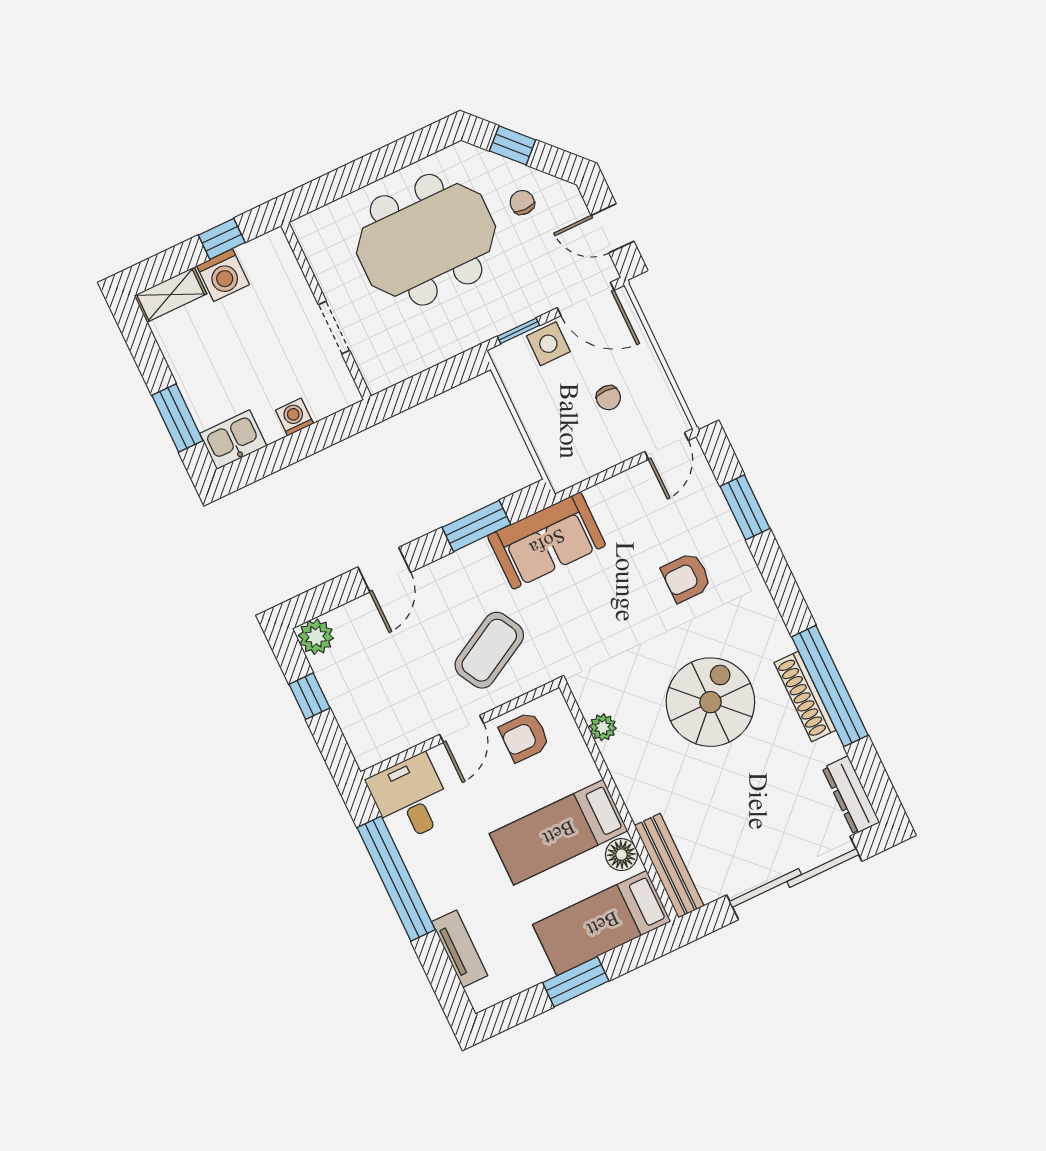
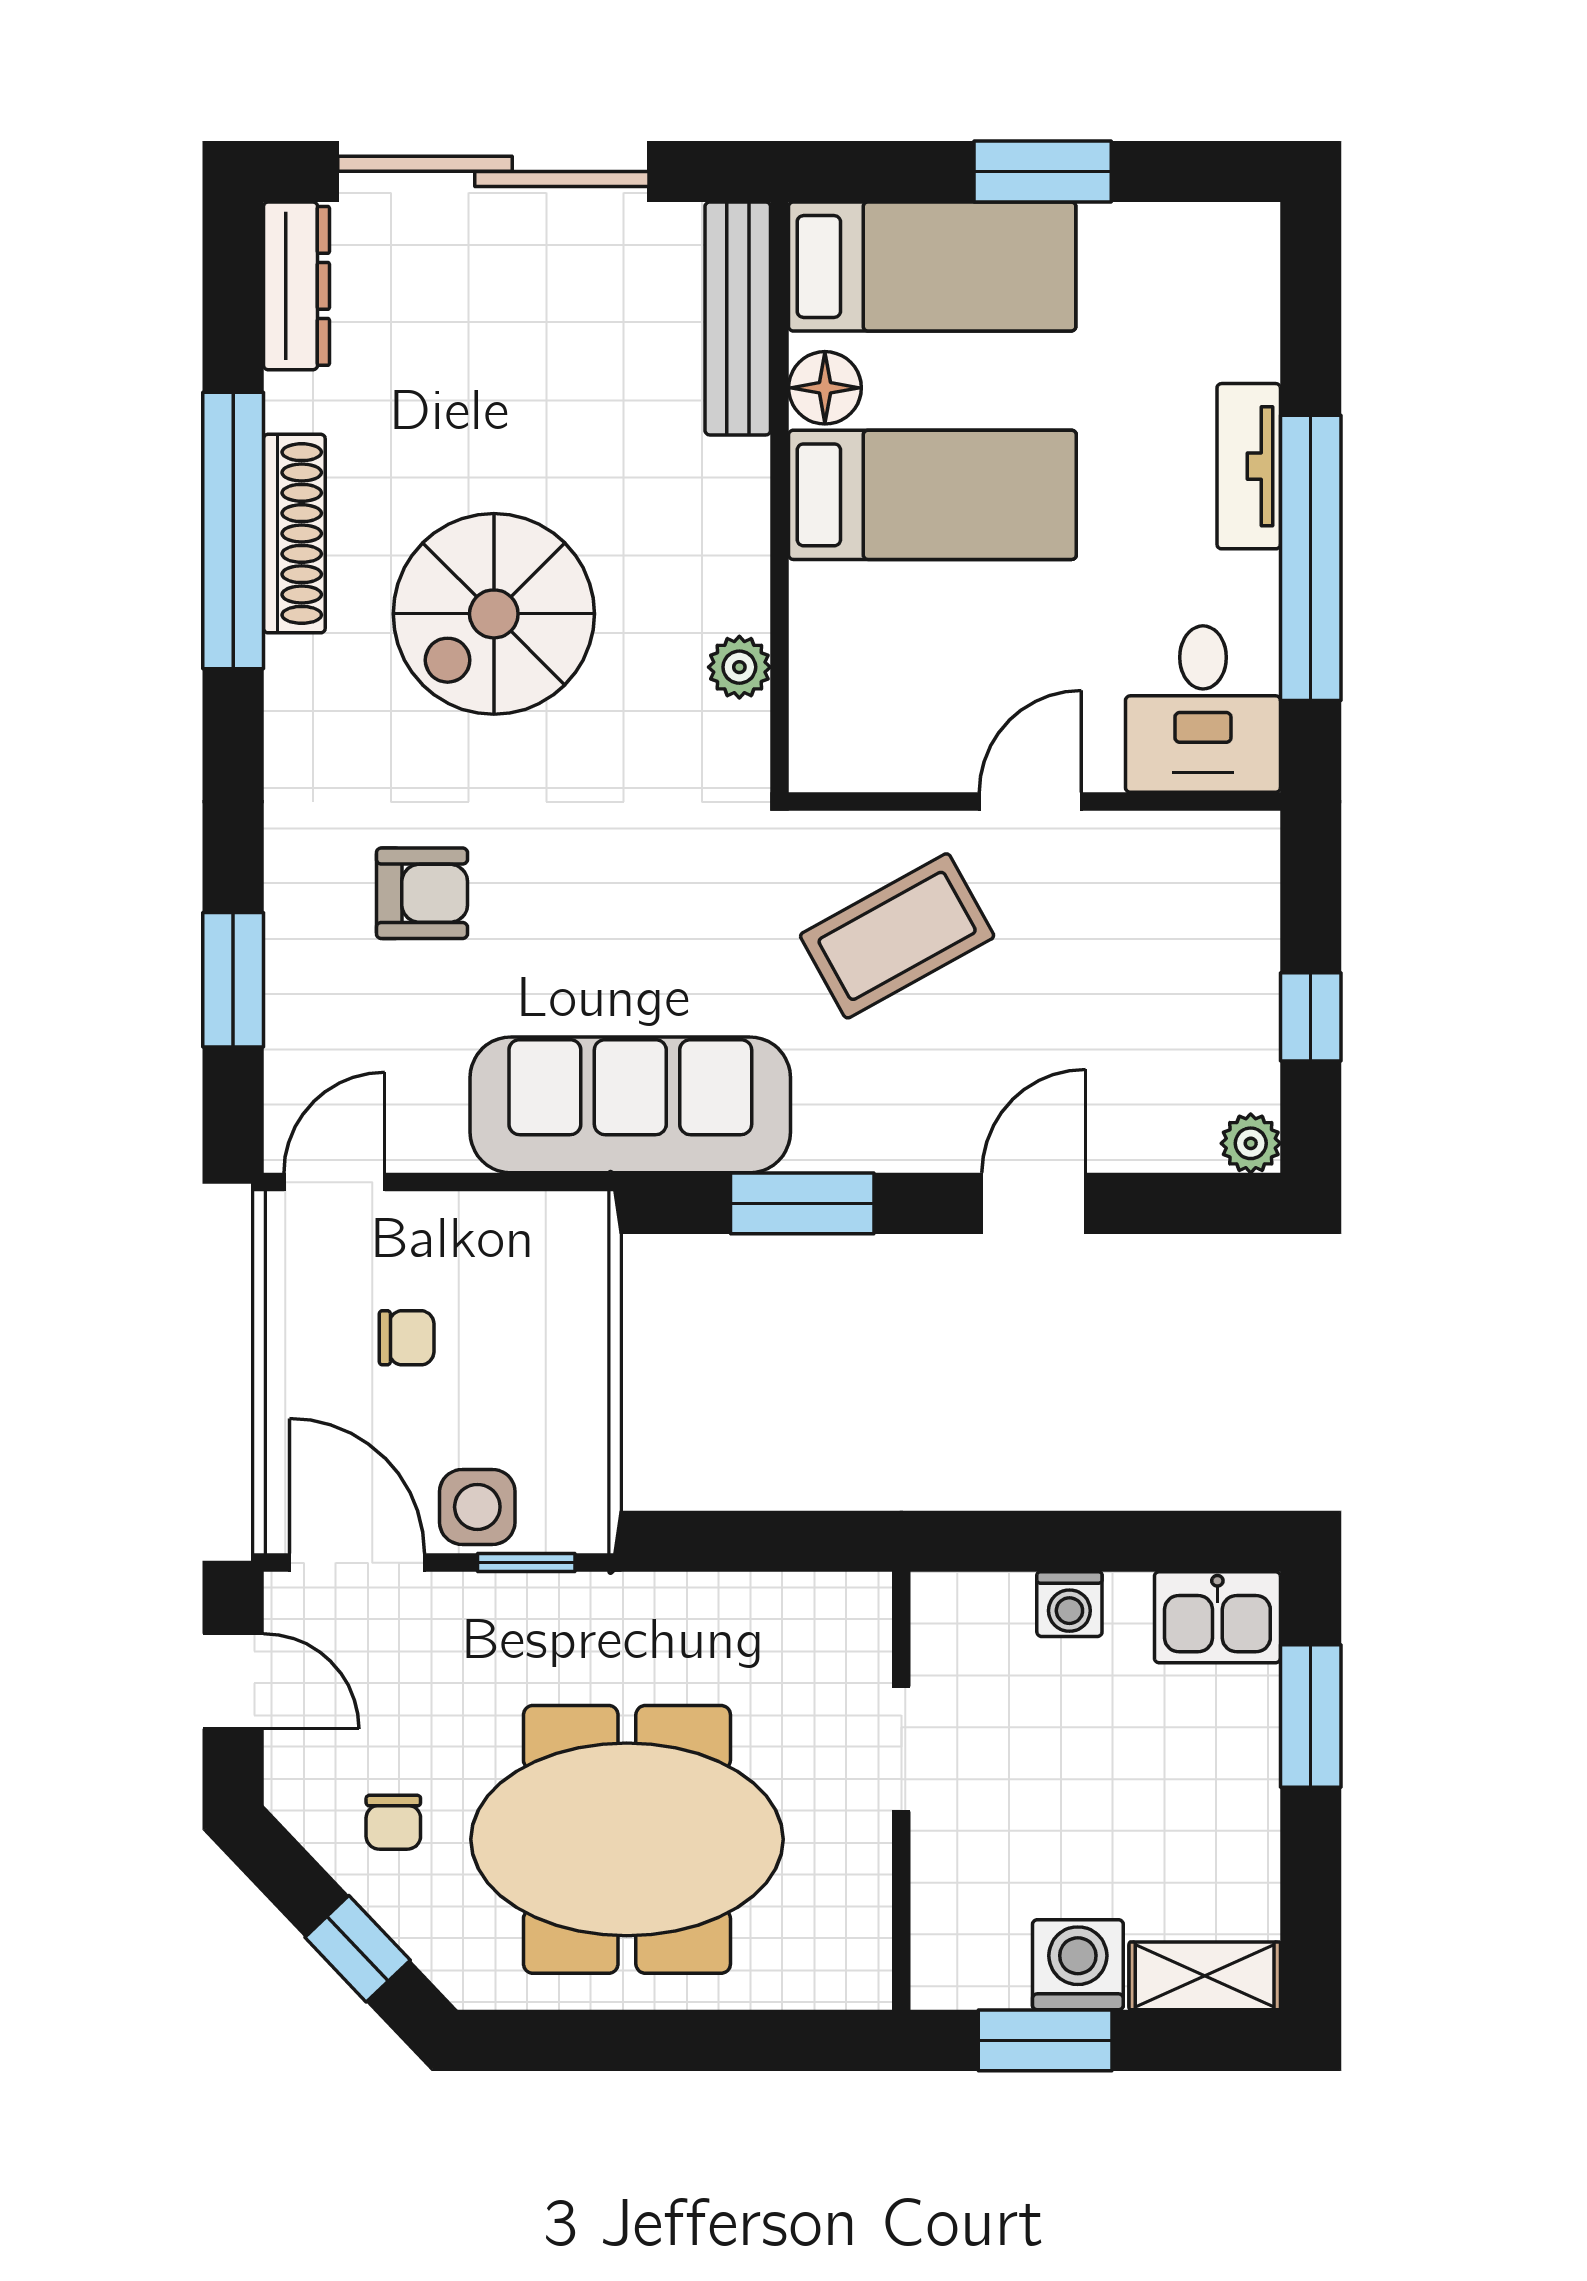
window: (222, 239) -> (1045, 2040), width x1.50
chair: (608, 398) -> (407, 1338), turned 90
sofa: (547, 541) -> (630, 1105), width x1.36
plant: (316, 637) -> (1251, 1143), width x0.73, depth x0.73
armchair: (524, 737) -> (909, 724), removed
tv unit: (460, 949) -> (1249, 466), moved

